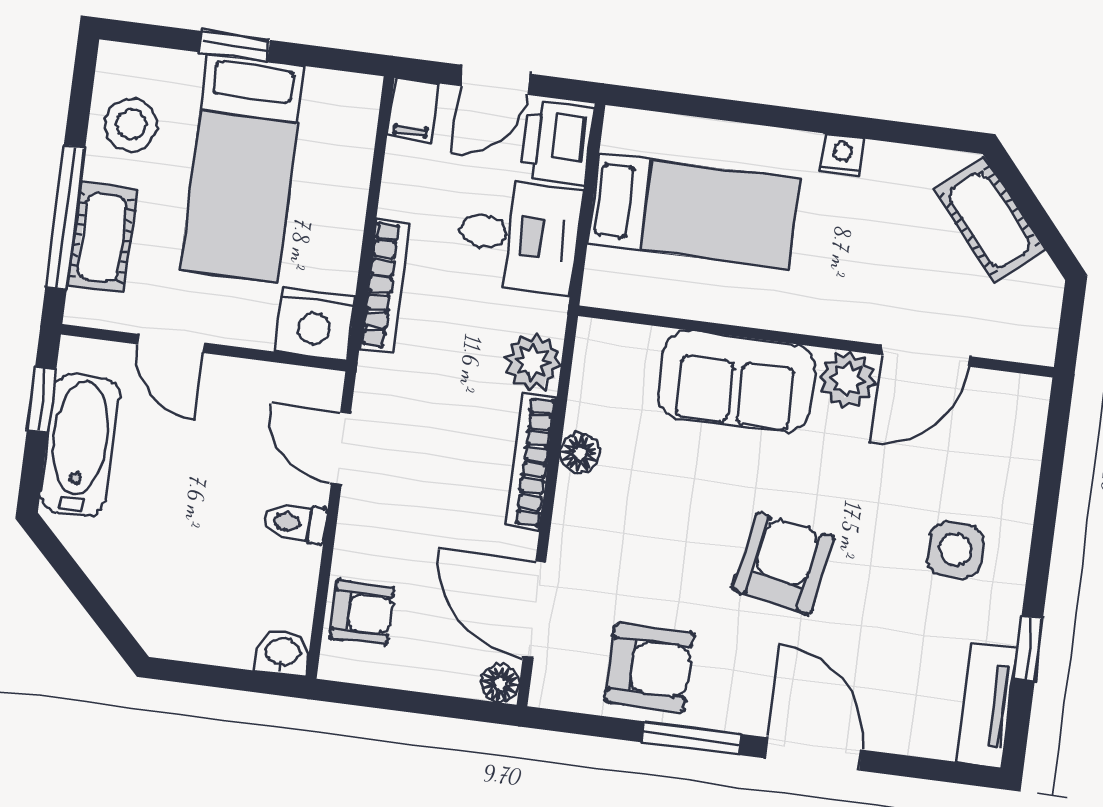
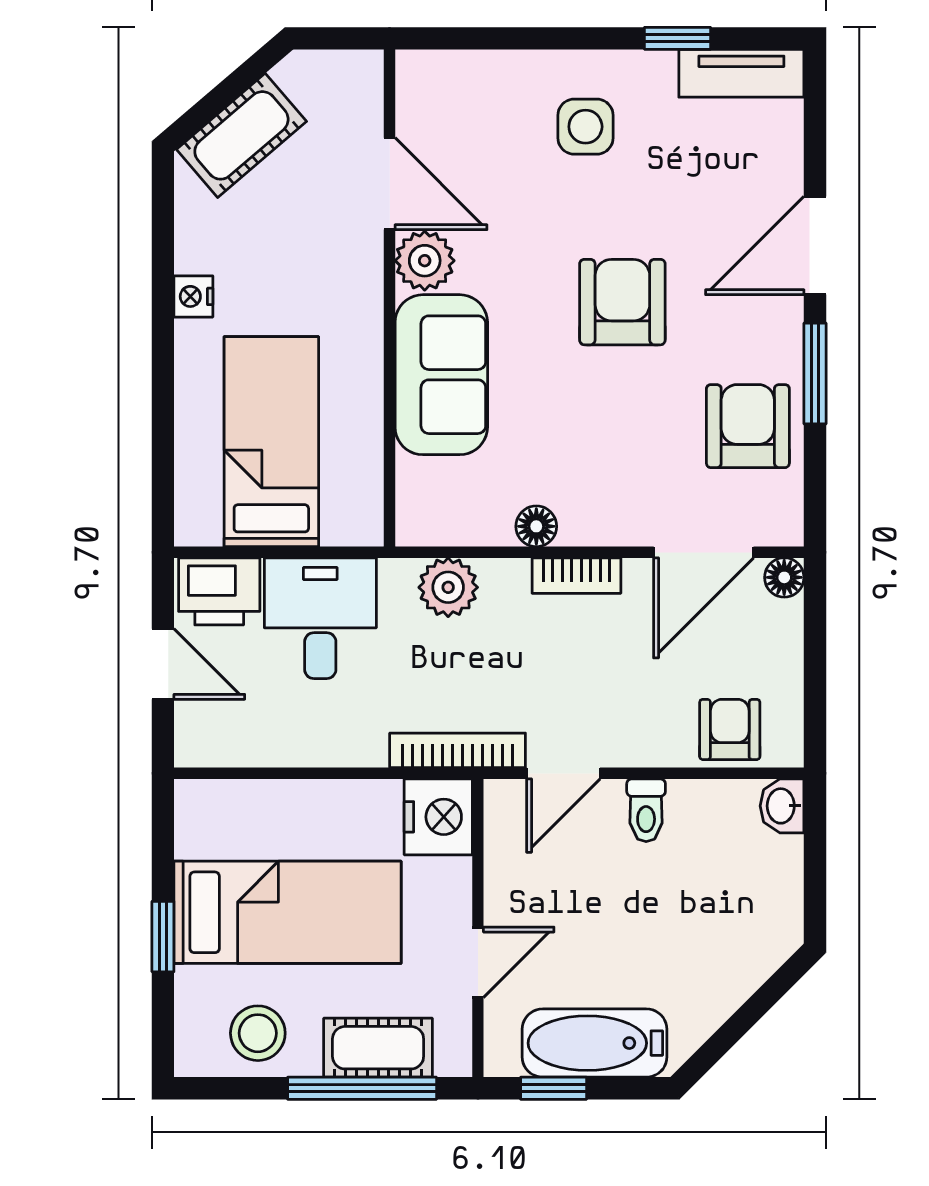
filing cabinet: (413, 110) -> (205, 744), removed
bookcase: (384, 285) -> (458, 750), moved
bookcase: (531, 462) -> (576, 576), width x0.64
armchair: (783, 563) -> (622, 302), turned 79

